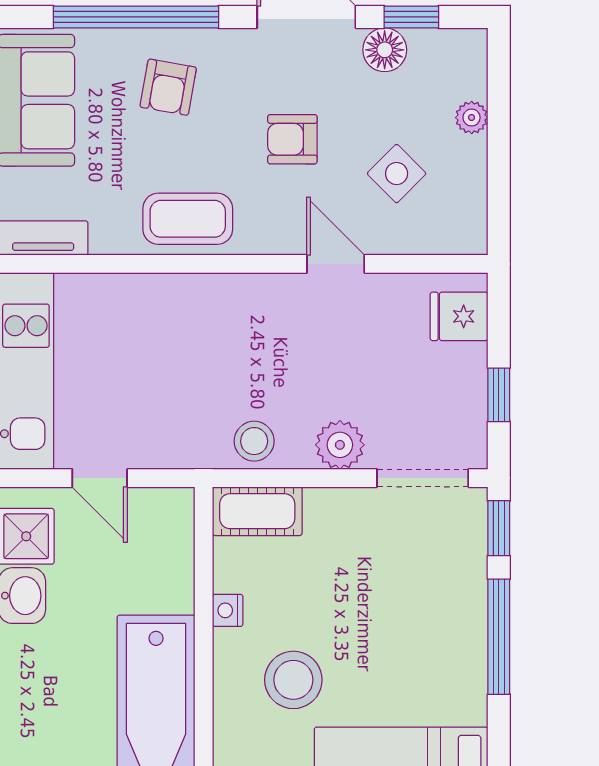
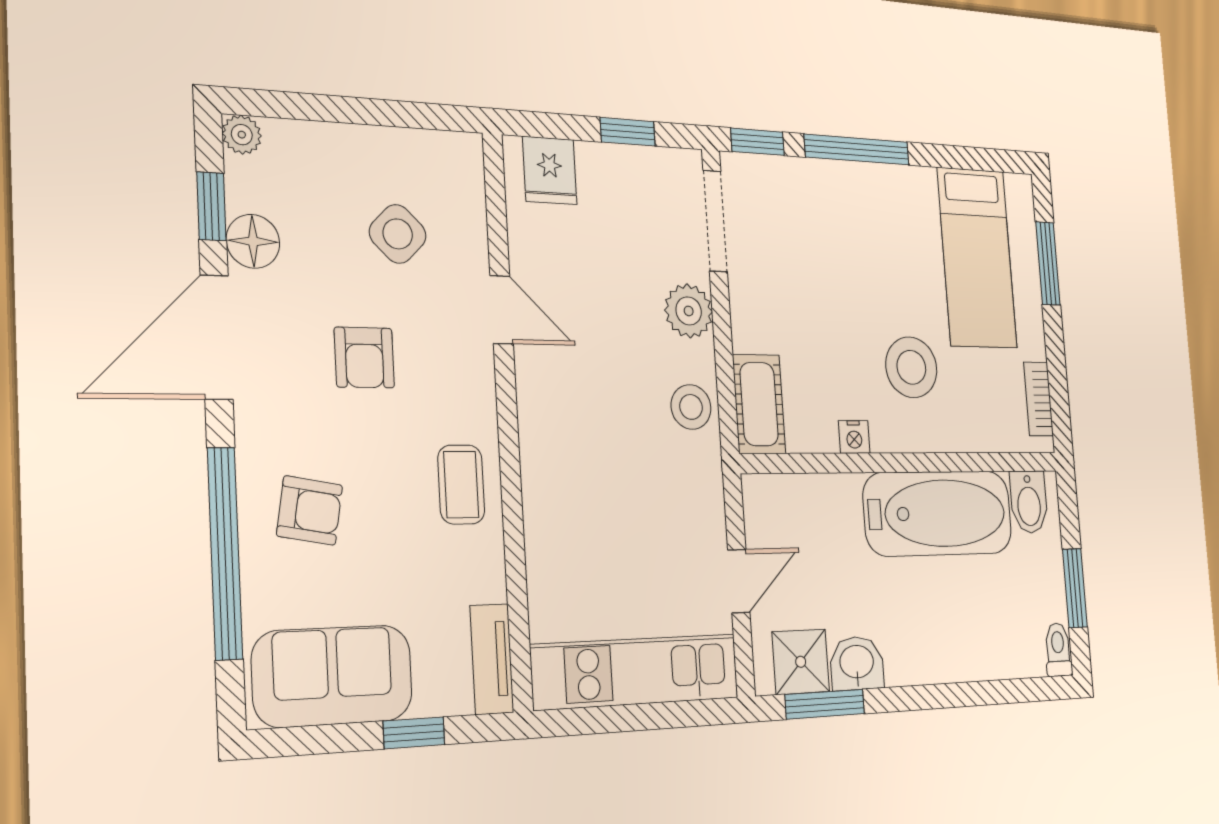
plant: (472, 118) -> (242, 135), moved
coffee table: (188, 219) -> (461, 485), width x0.73, depth x0.77
door: (336, 264) -> (502, 310), swing flipped

